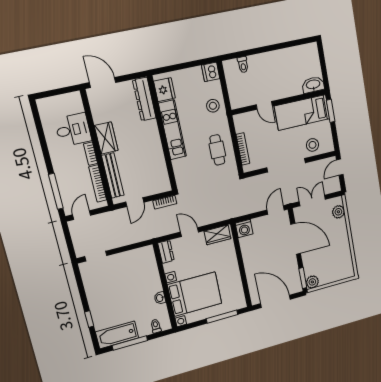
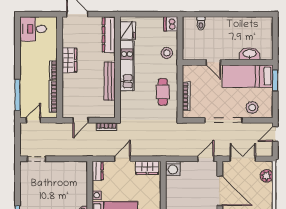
washbasin: (313, 85) -> (250, 54), moved
desk: (73, 130) -> (33, 29), moved, turned 180
bench: (113, 175) -> (110, 81), moved
door: (189, 232) -> (122, 159), hinge flipped

